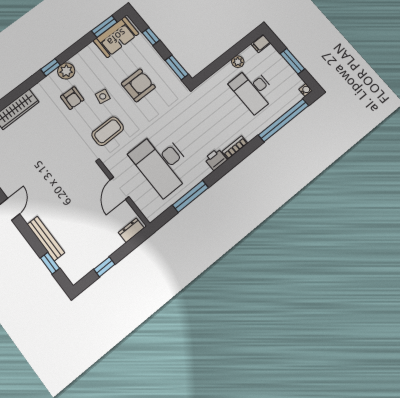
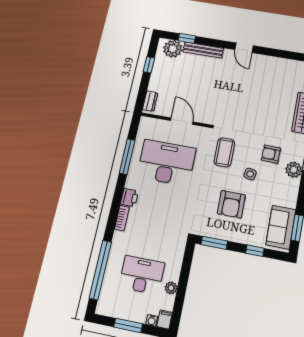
water cooler: (306, 90) -> (152, 320), moved
plant: (71, 264) -> (173, 49), added

